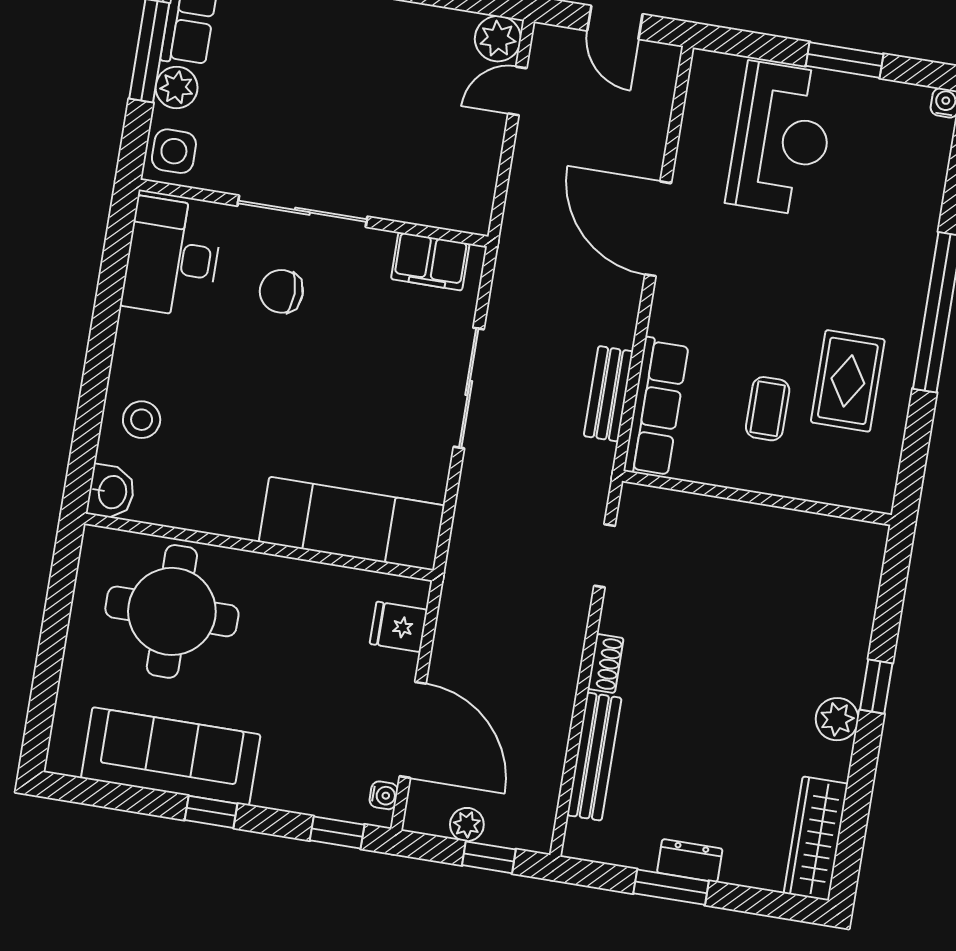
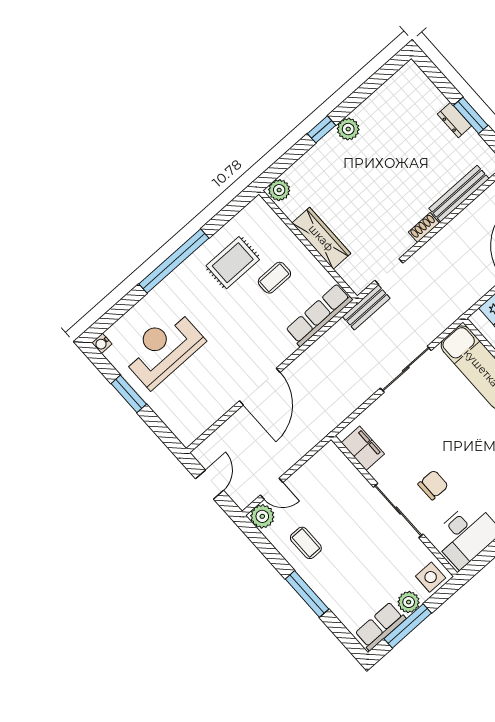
coffee table: (401, 52) -> (306, 543), added
reception desk: (781, 139) -> (163, 349), moved
chair: (281, 291) -> (433, 485), turned -90
sliding door: (469, 388) -> (406, 369), moved
bench: (608, 394) -> (366, 307), moved
plant: (866, 545) -> (279, 190), added
wardrobe: (816, 838) -> (321, 238), moved, turned -90

